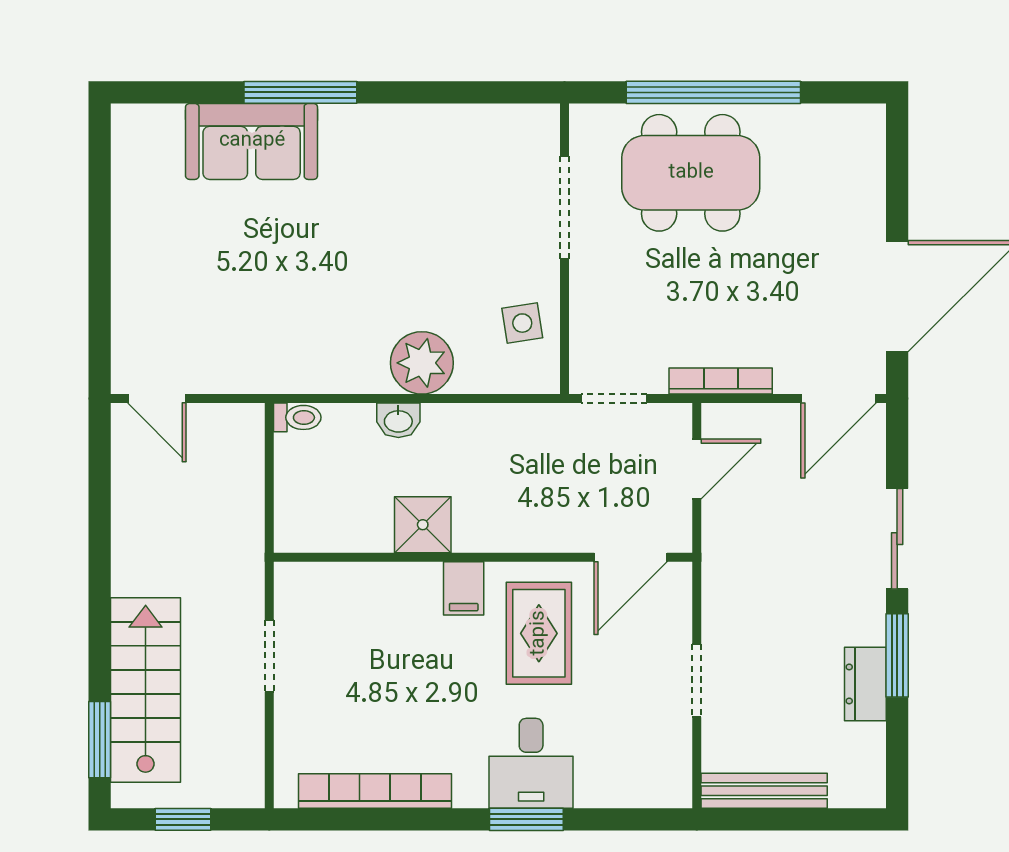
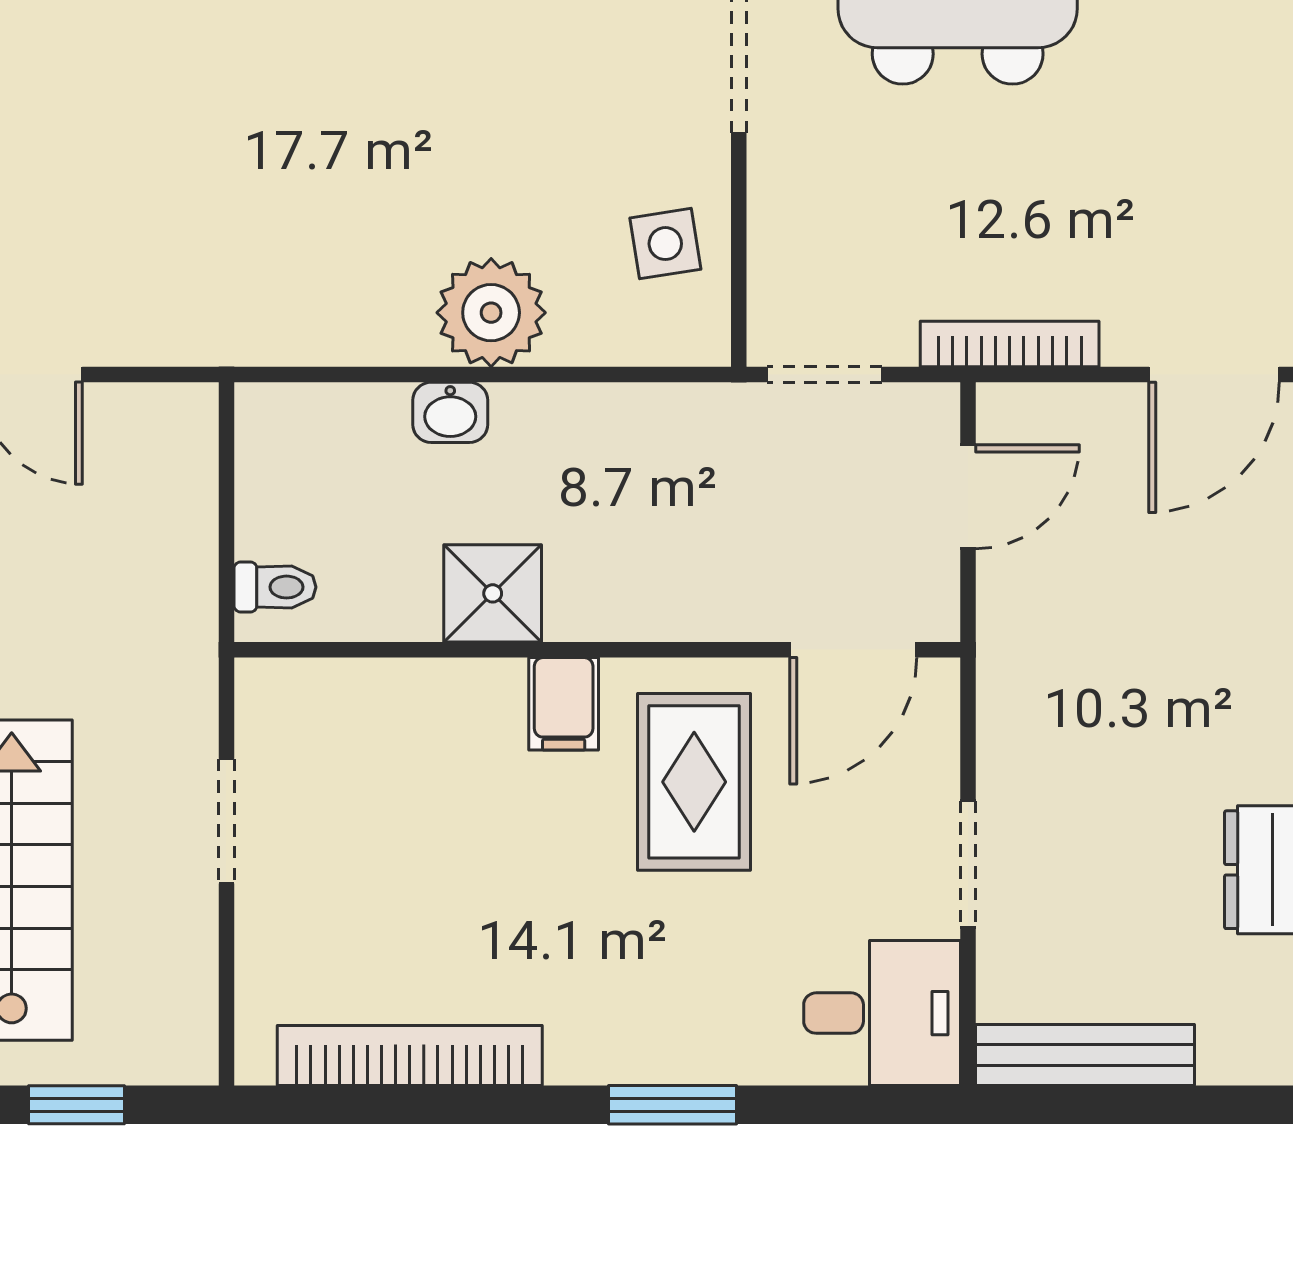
toilet: (297, 417) -> (275, 587), moved
desk: (531, 763) -> (882, 1013), moved, turned -90

